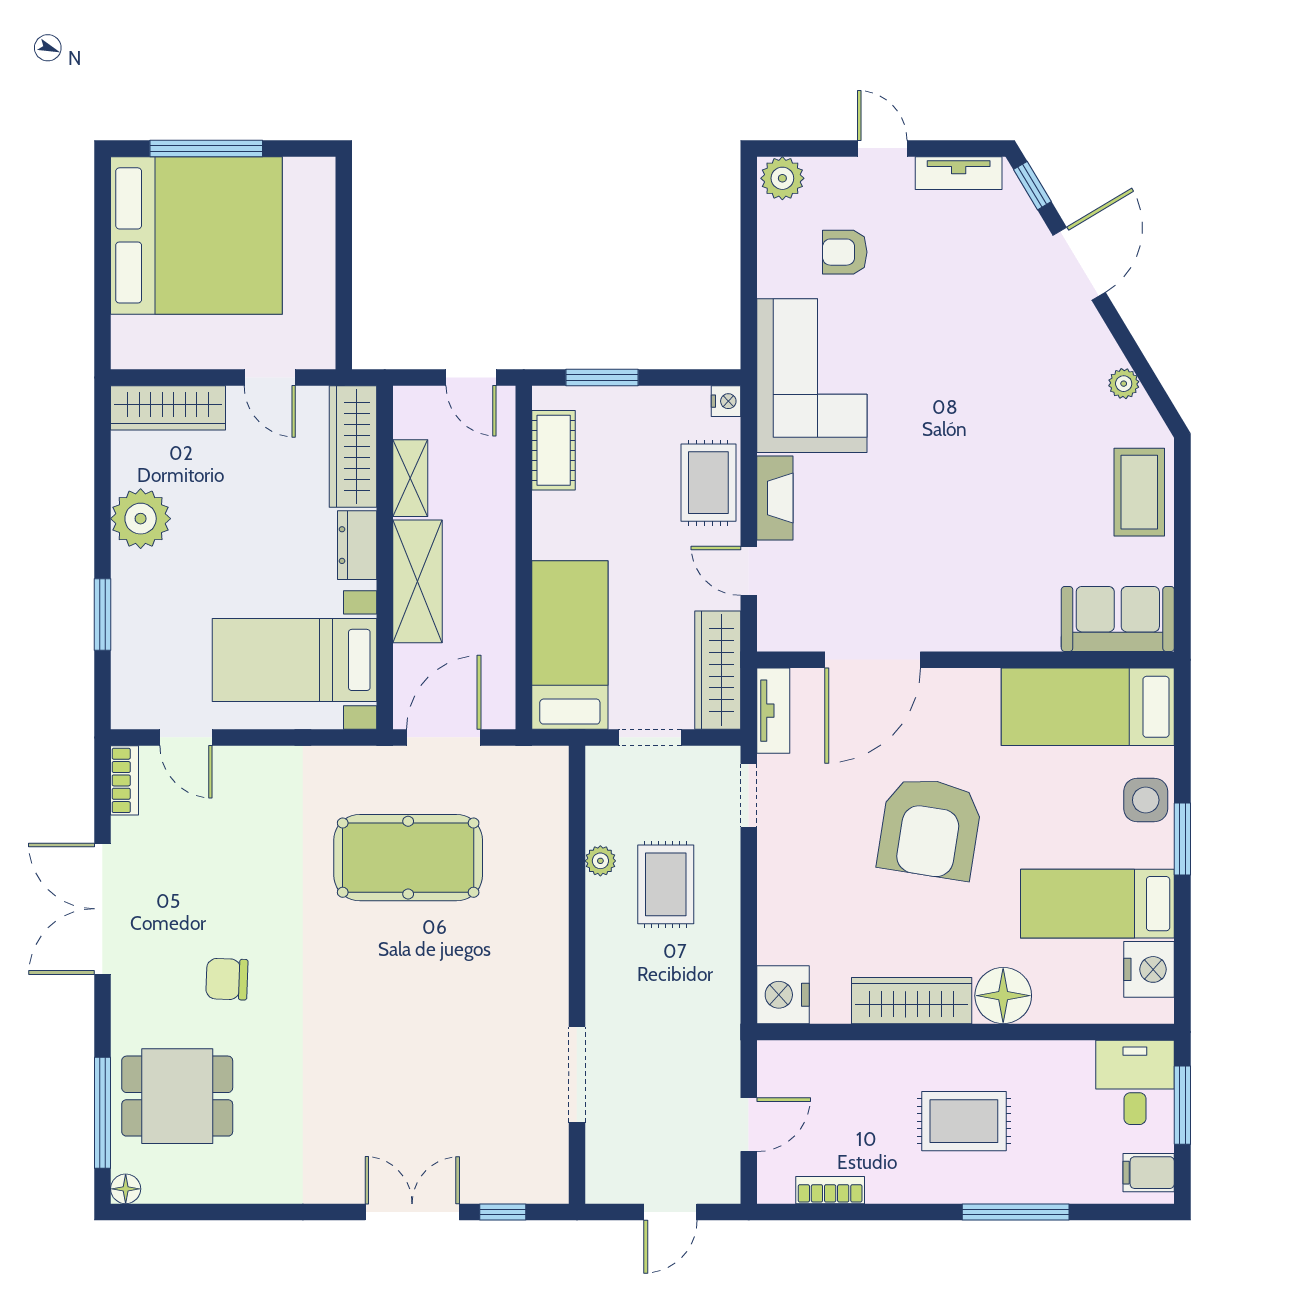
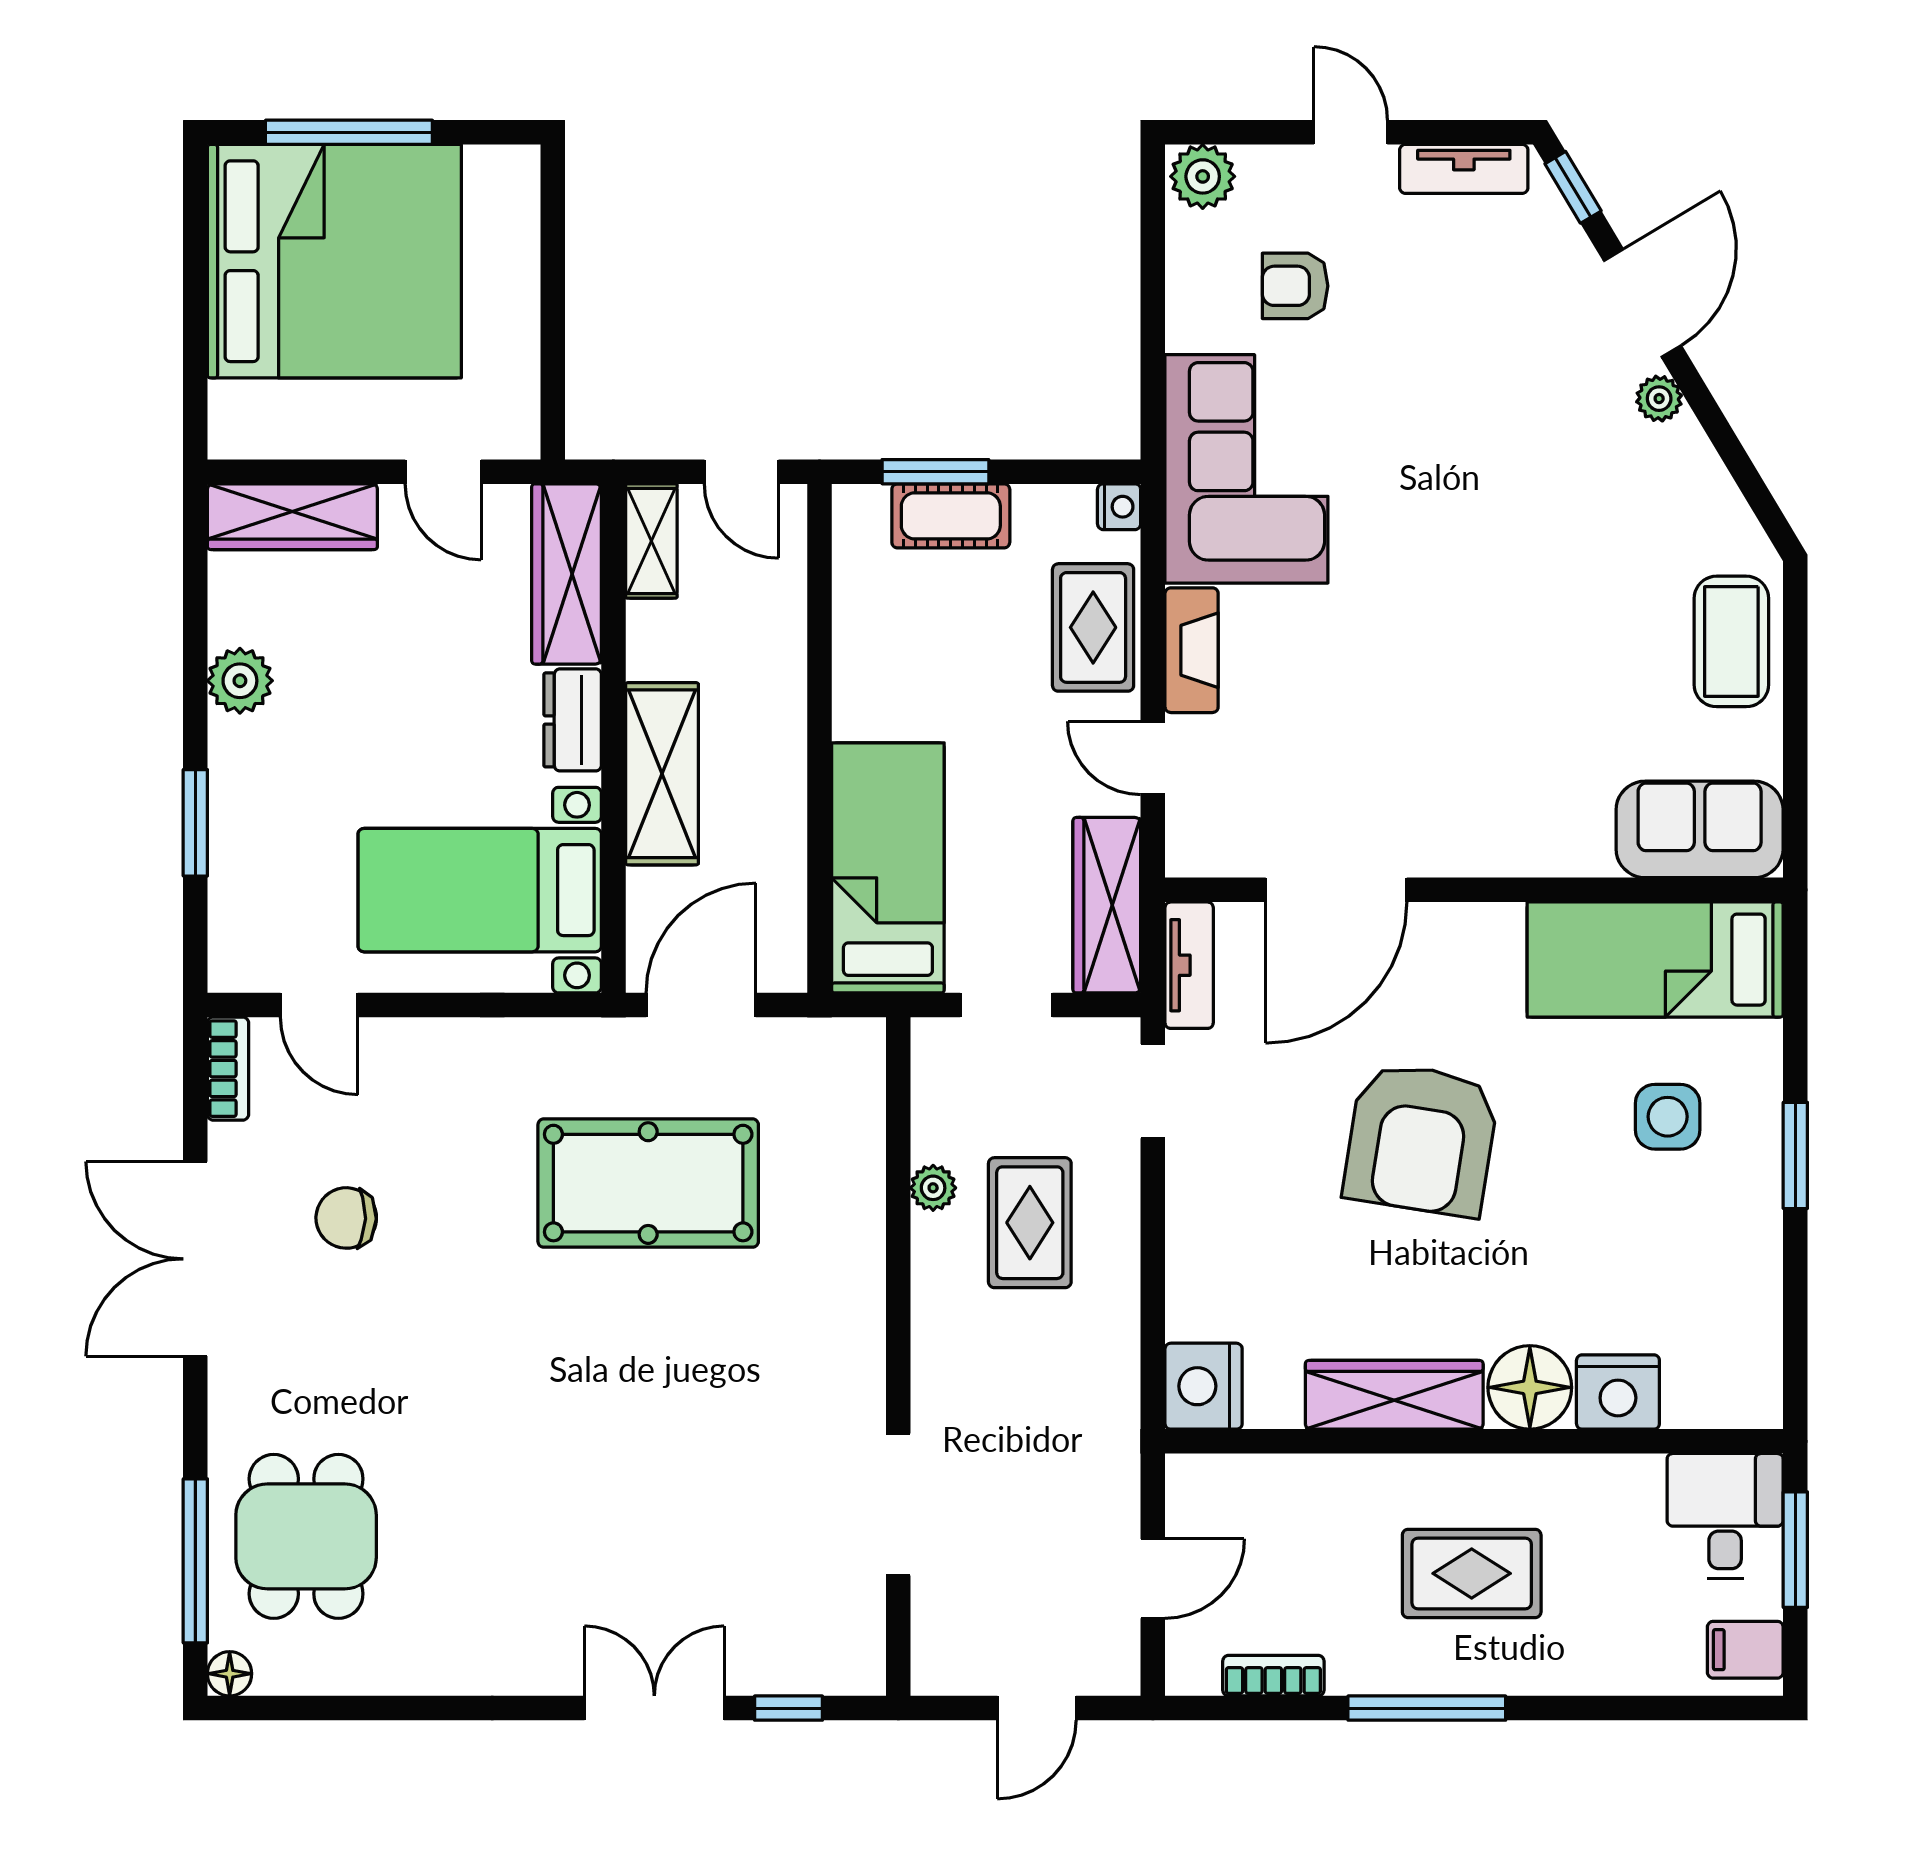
plant: (1124, 384) -> (1659, 399), moved
cot: (554, 450) -> (951, 516), moved, turned 90
shelving: (410, 478) -> (651, 541), moved
plant: (141, 519) -> (240, 681), width x0.73, depth x0.73
side table: (1146, 800) -> (1668, 1117), moved
bed: (1097, 904) -> (1669, 1251), removed
nightstand: (1149, 969) -> (1618, 1392), moved, turned 90
chair: (227, 979) -> (346, 1218), moved
dining table: (177, 1096) -> (306, 1536), turned 90
window: (1016, 1212) -> (1427, 1708), moved

